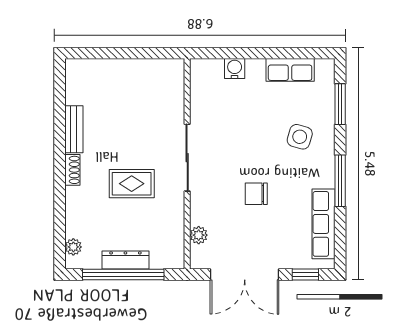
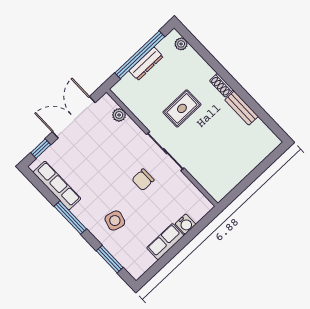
row of seats: (290, 70) -> (165, 242), moved
chair: (256, 194) -> (143, 180), moved, turned 180

